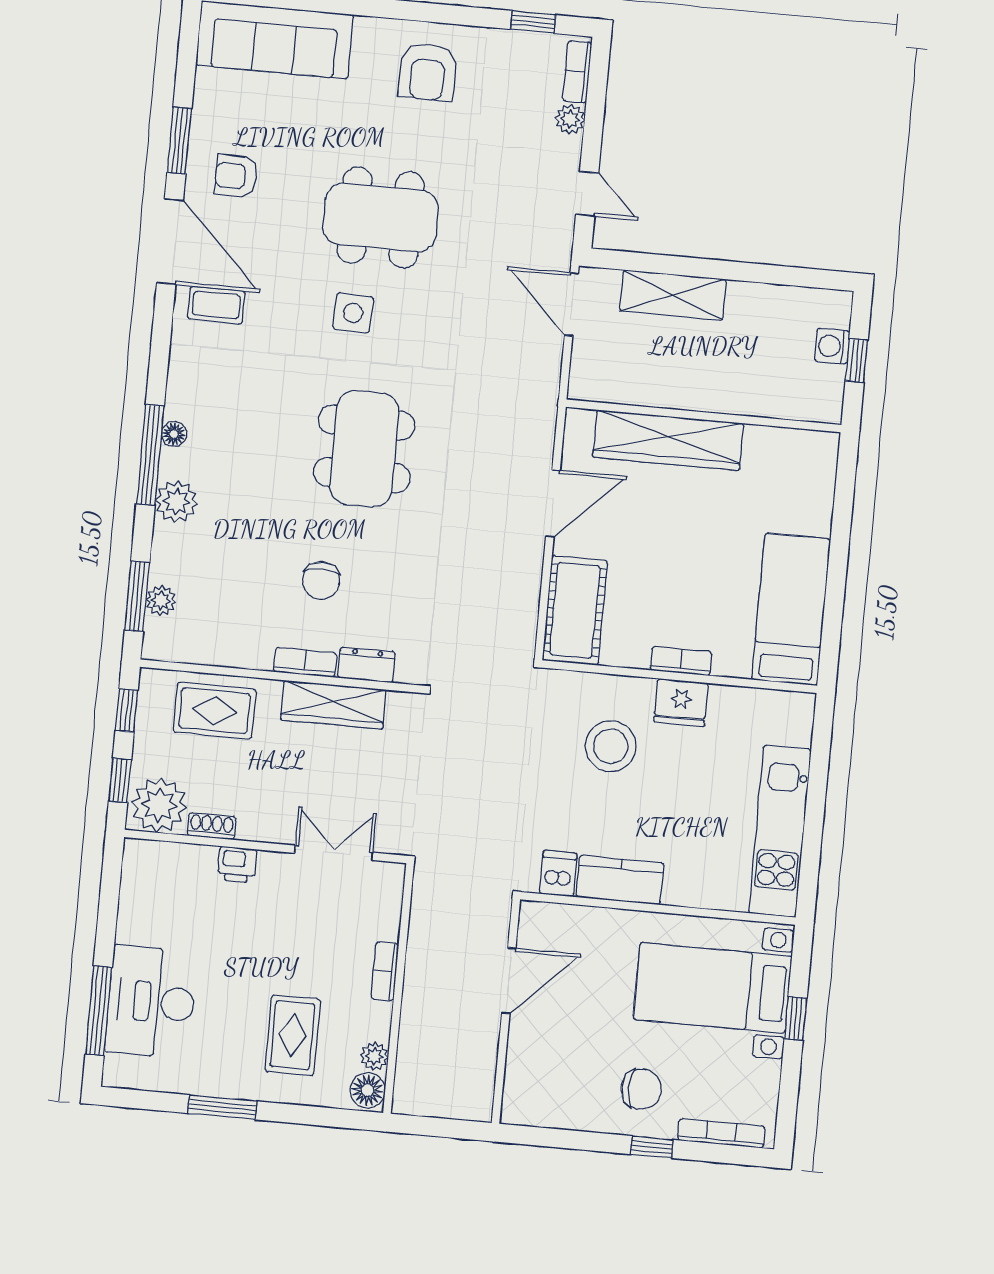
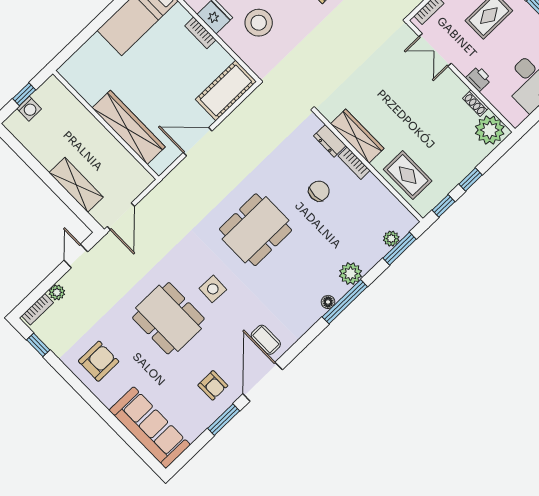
plant: (159, 805) -> (490, 130), moved
shoe rack: (212, 826) -> (476, 103), moved
wall: (265, 846) -> (461, 76), moved
double door: (334, 853) -> (435, 50), moved
printer: (237, 864) -> (479, 79), moved

